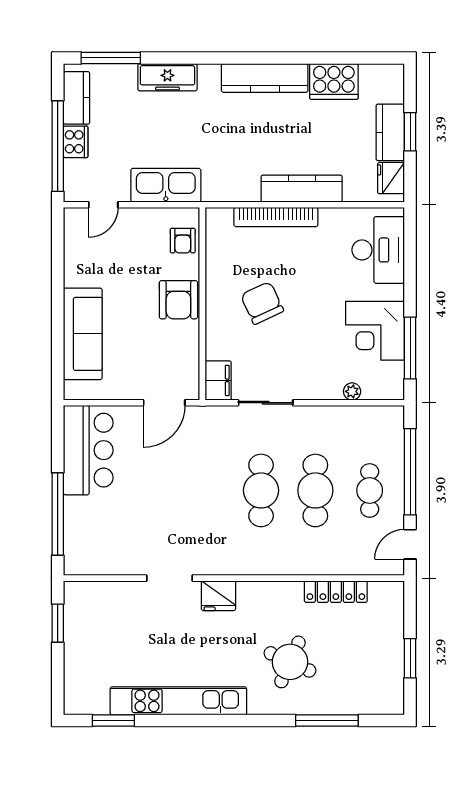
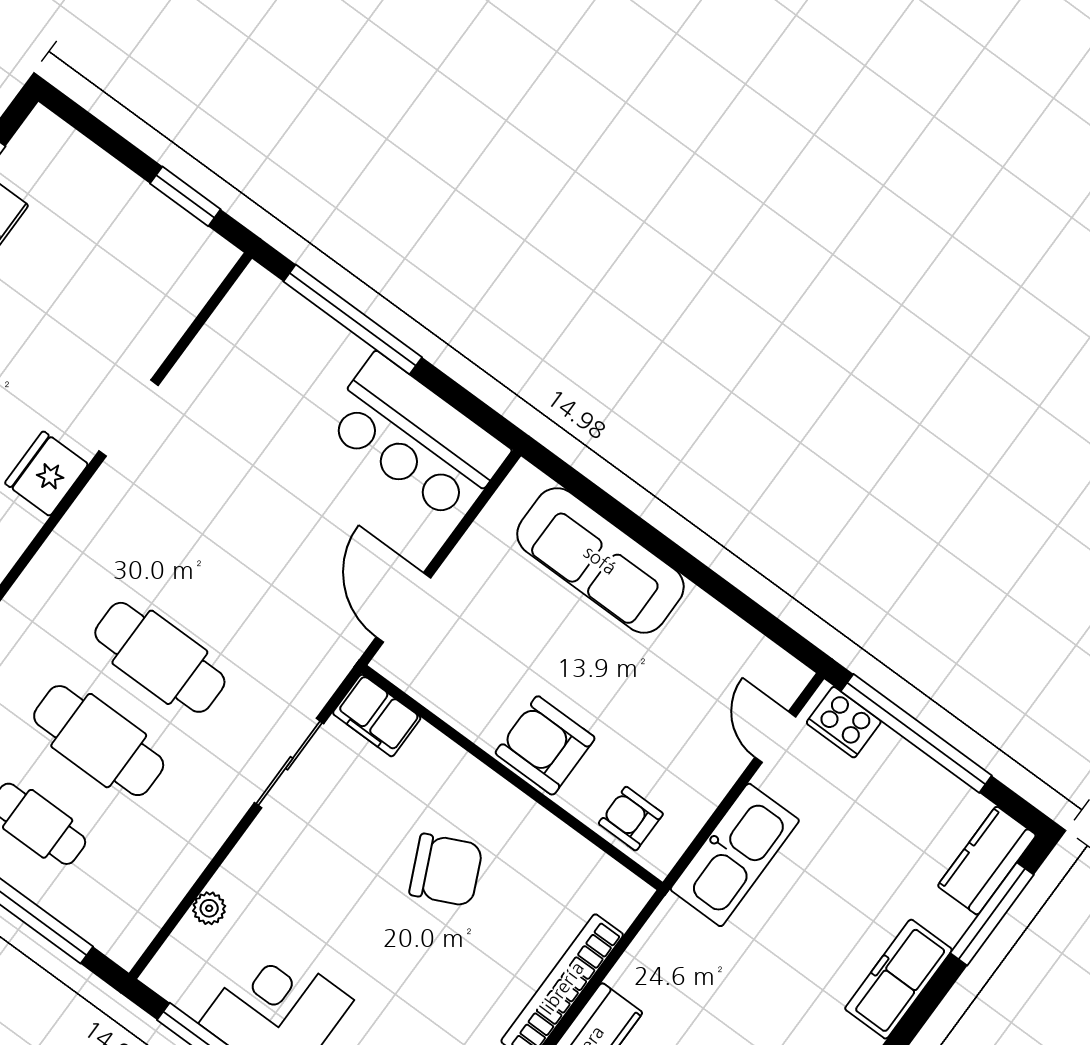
kitchen counter: (77, 98) -> (987, 861), moved, turned 90
cooker: (76, 142) -> (844, 722), moved

